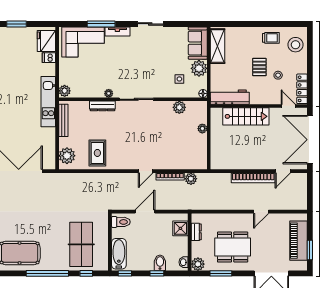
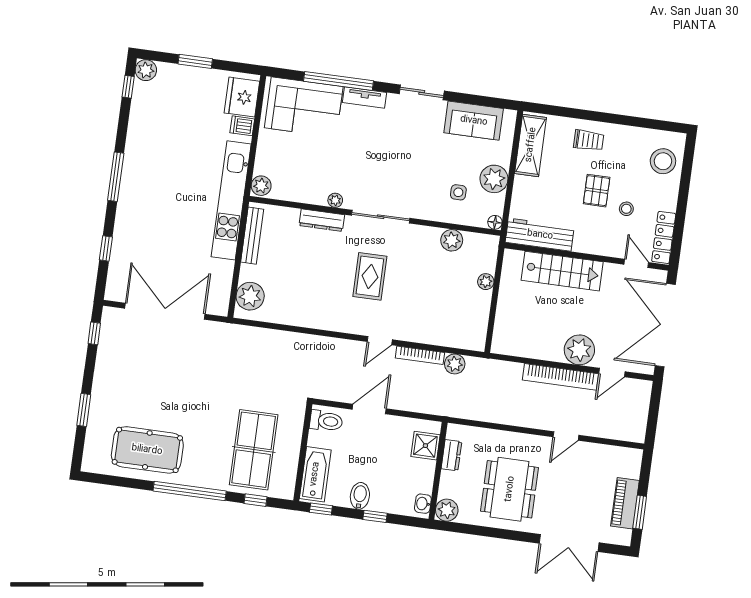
window: (101, 24) -> (339, 81), width x1.46
trolley: (271, 38) -> (589, 140), moved
sofa: (198, 43) -> (474, 121), moved, turned -90
kitchen unit: (48, 102) -> (231, 200), width x1.36
rug: (97, 153) -> (370, 276), moved
plant: (262, 161) -> (579, 350), added
piano: (299, 241) -> (625, 503), width x0.73, depth x0.75
dining table: (233, 247) -> (510, 489), turned 90
bidet: (160, 263) -> (360, 496), moved
window: (221, 273) -> (484, 531), removed

